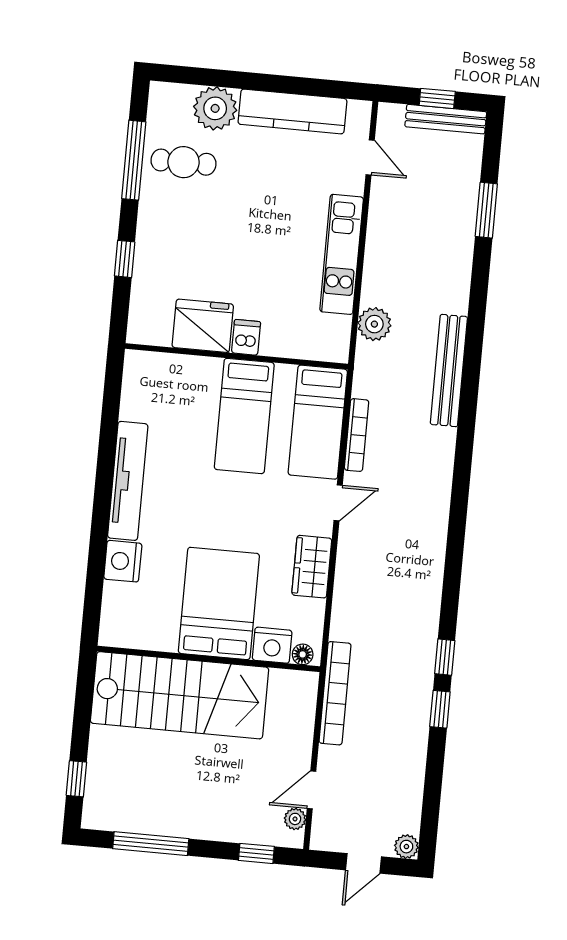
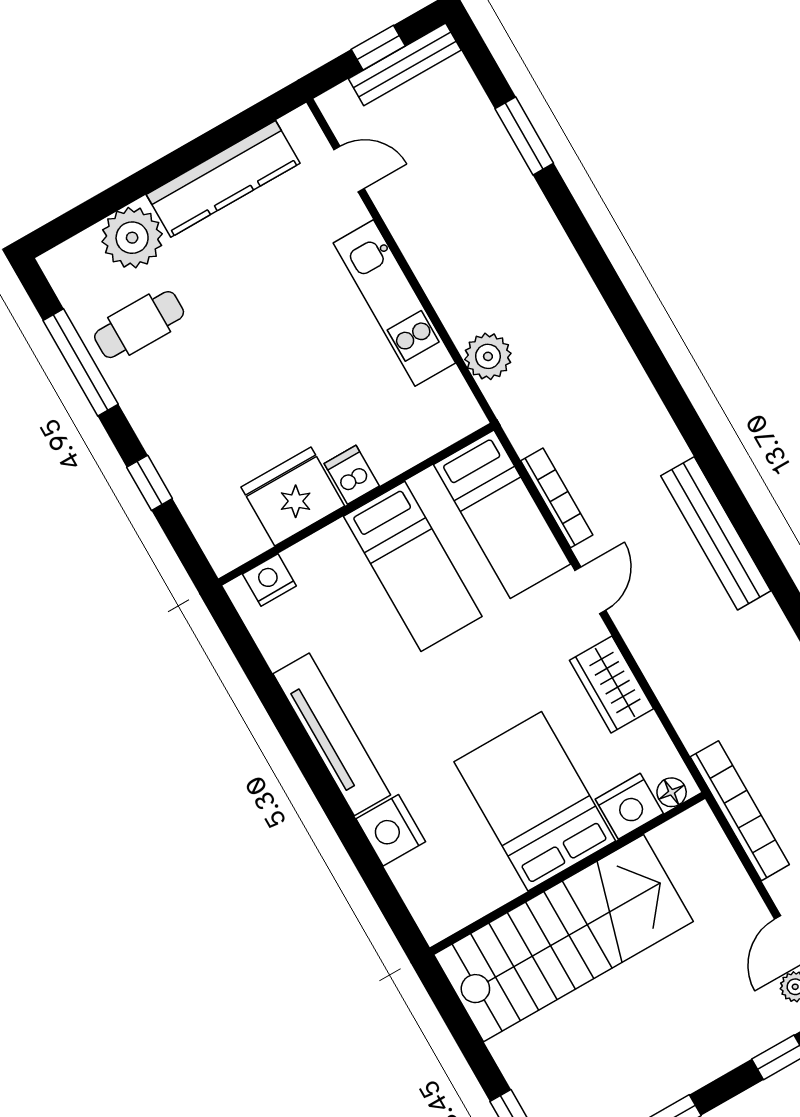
nightstand: (155, 365) -> (269, 580), added
bench: (449, 371) -> (716, 533), moved

